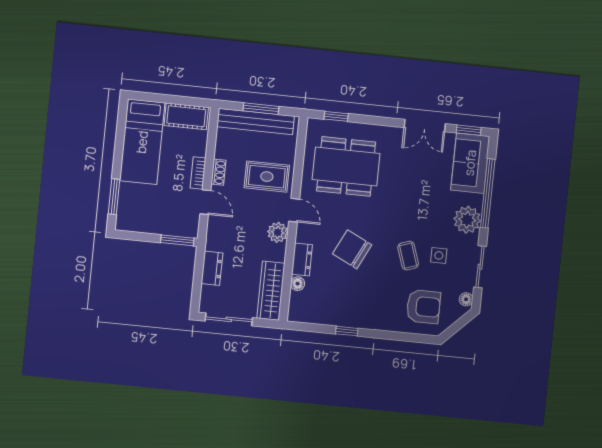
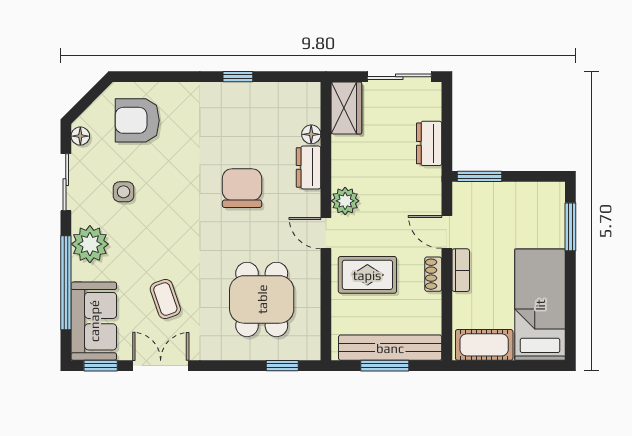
dining table: (346, 166) -> (262, 299), width x0.73
chair: (352, 249) -> (242, 188), turned -116
coffee table: (408, 256) -> (165, 299), moved
wardrobe: (271, 291) -> (346, 108), width x0.67

